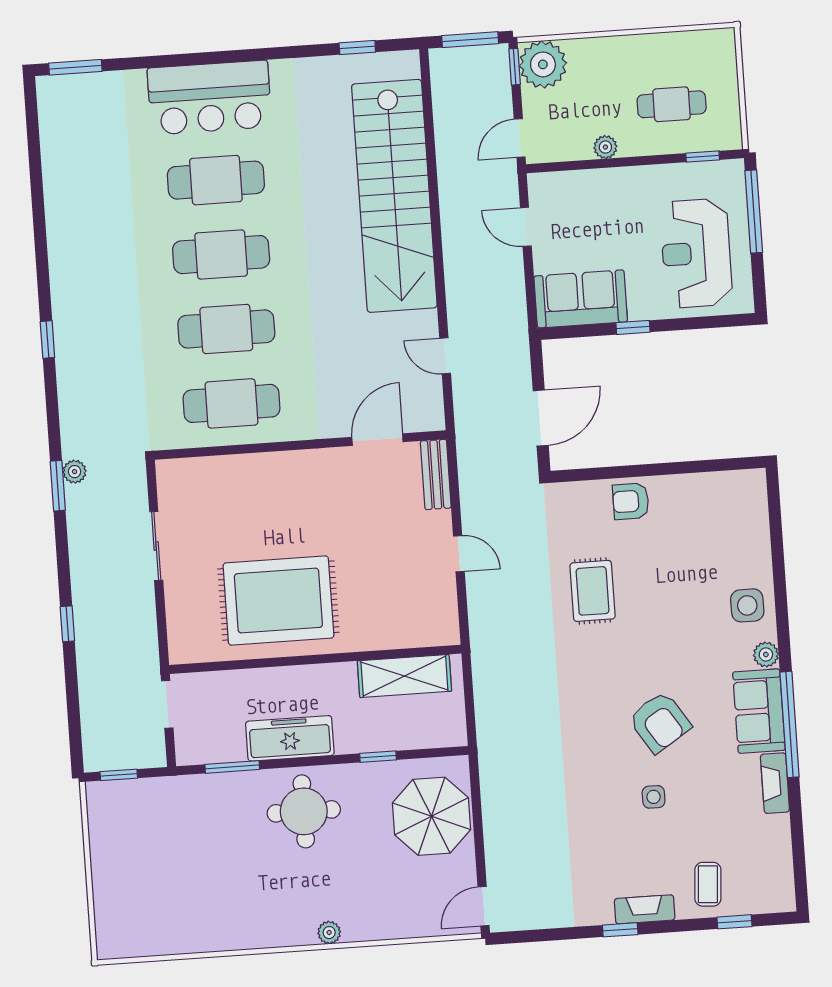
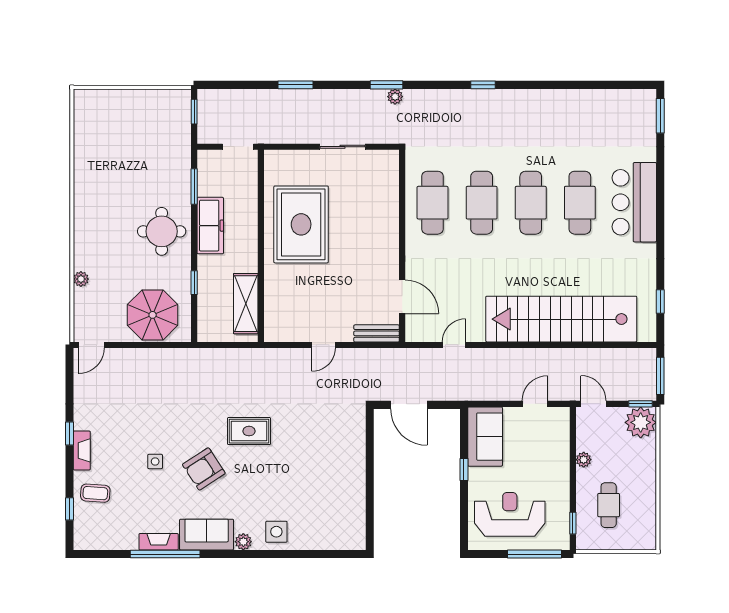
armchair: (631, 501) -> (350, 460), removed
rug: (593, 591) -> (249, 431), moved
window: (67, 624) -> (296, 85), width x1.50
window: (790, 724) -> (165, 554), moved
door: (484, 906) -> (91, 345), swing flipped
plant: (329, 933) -> (81, 279), moved

